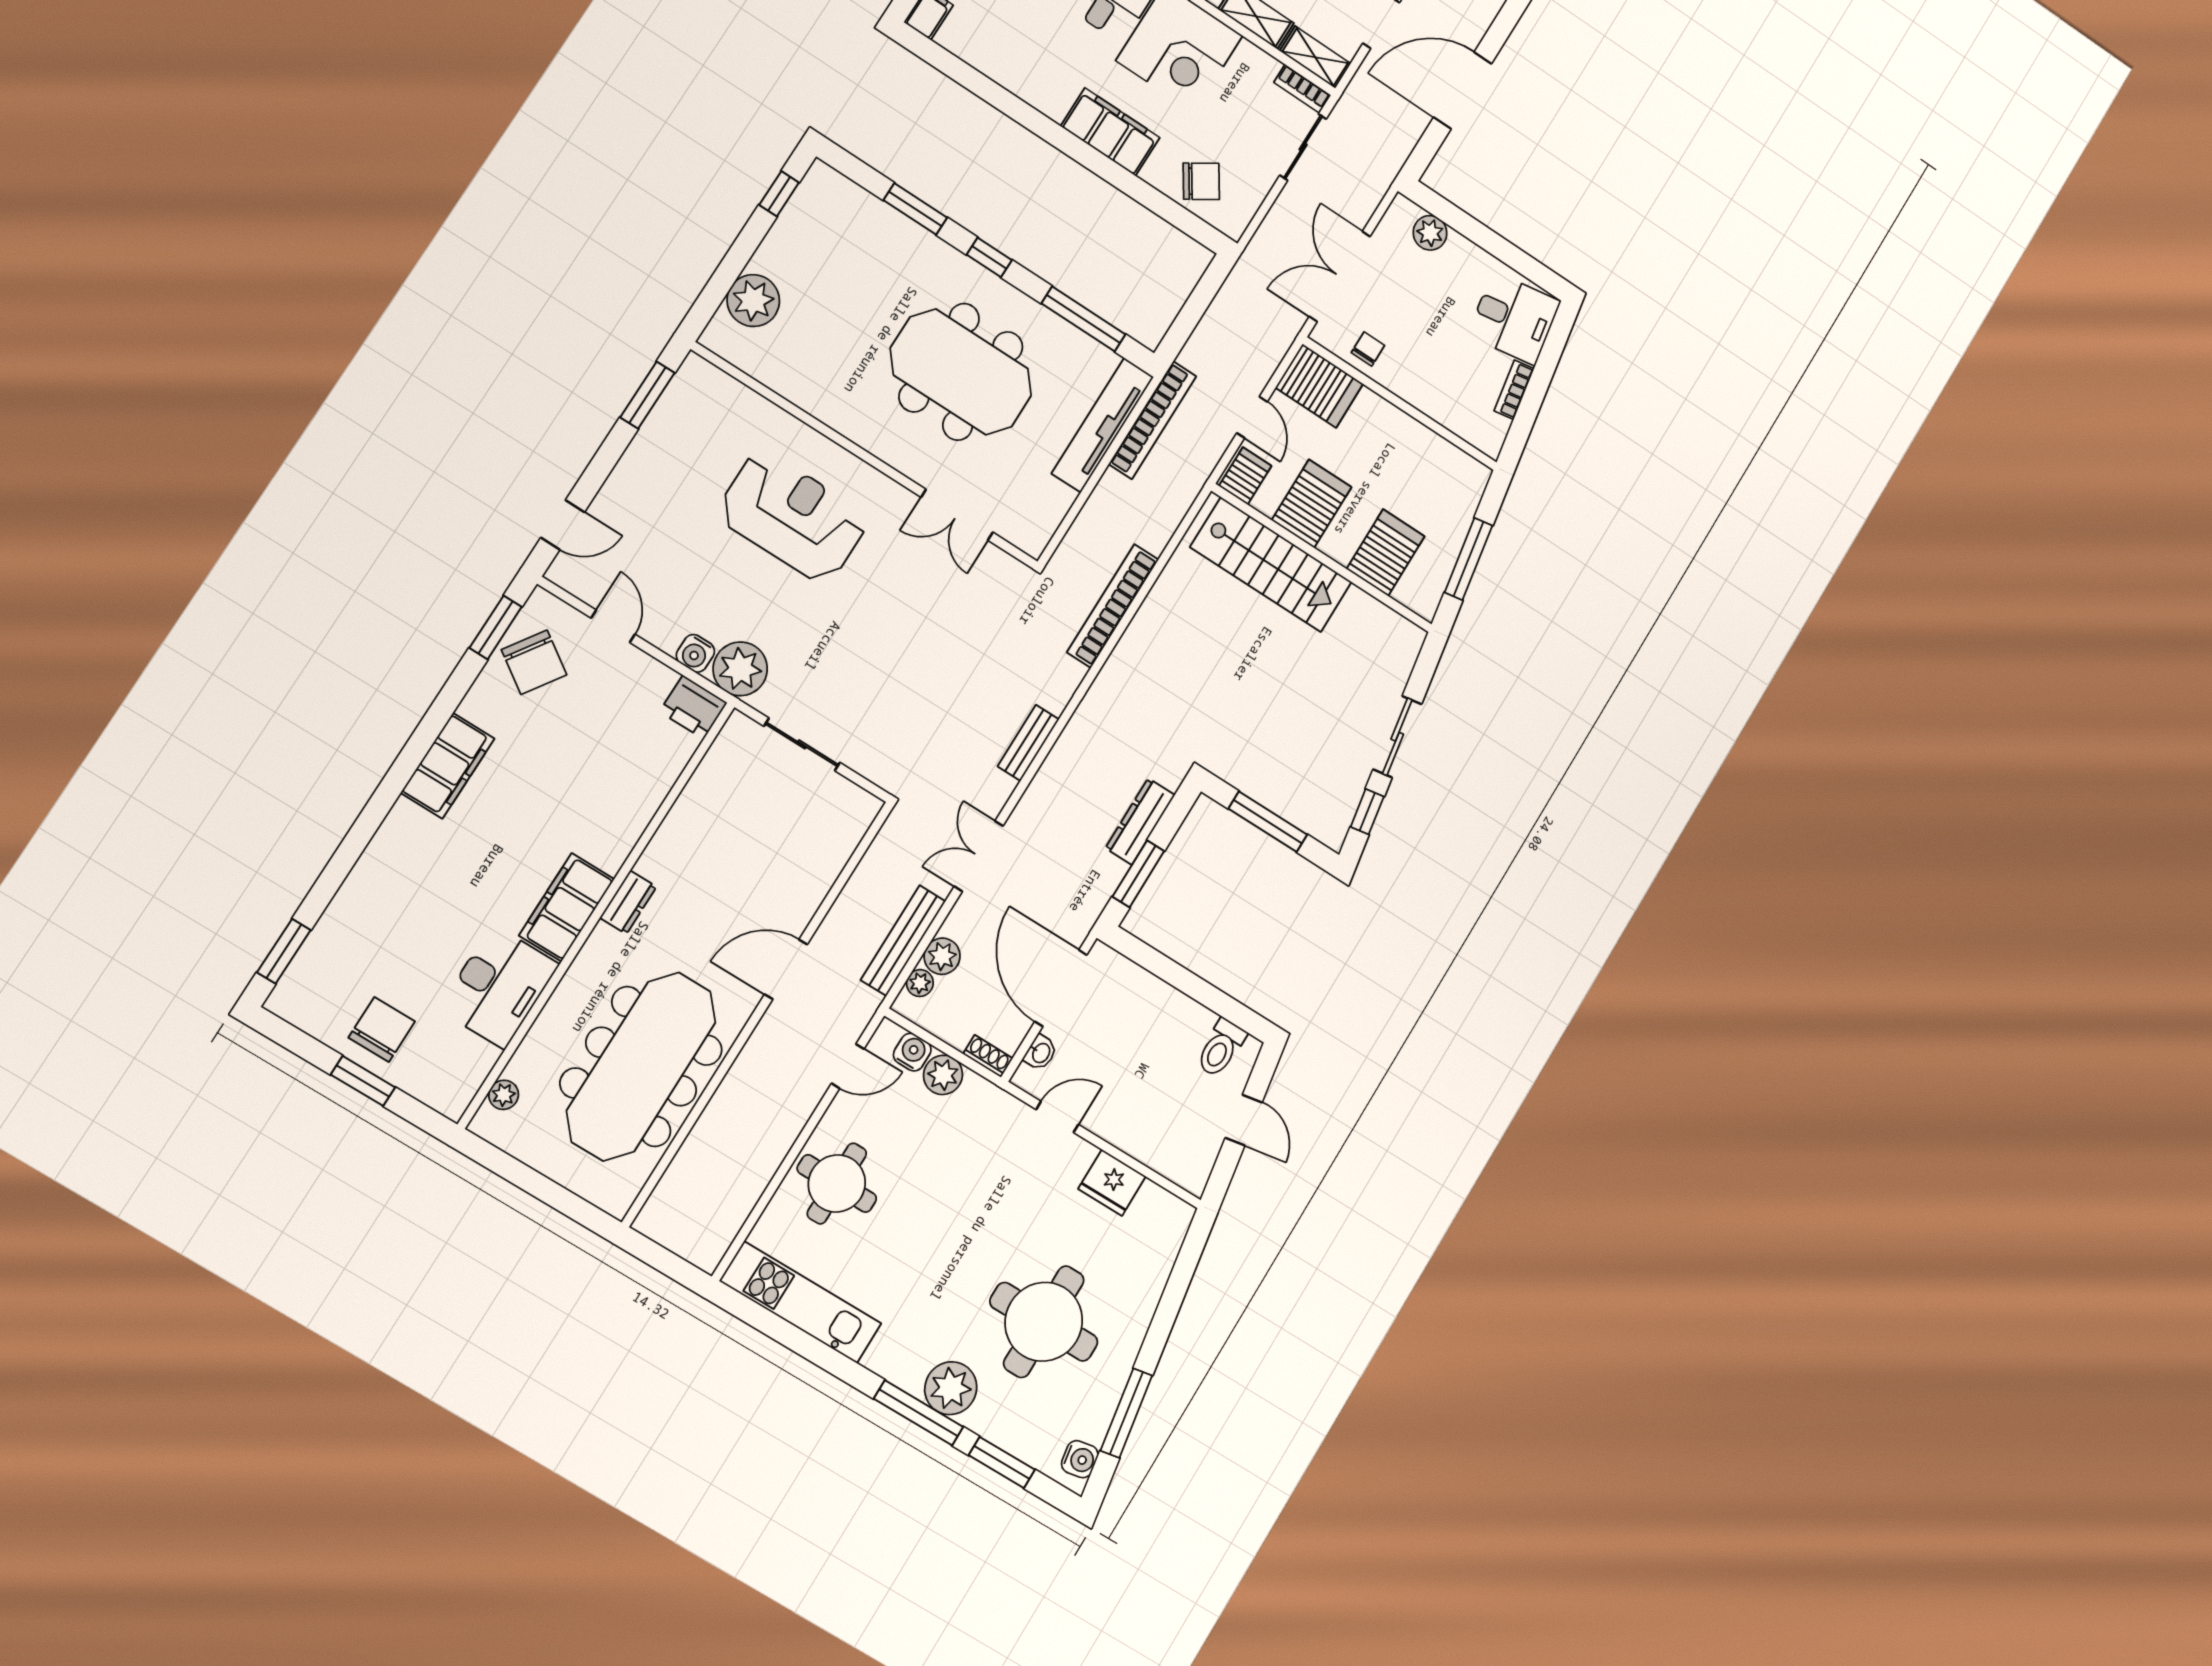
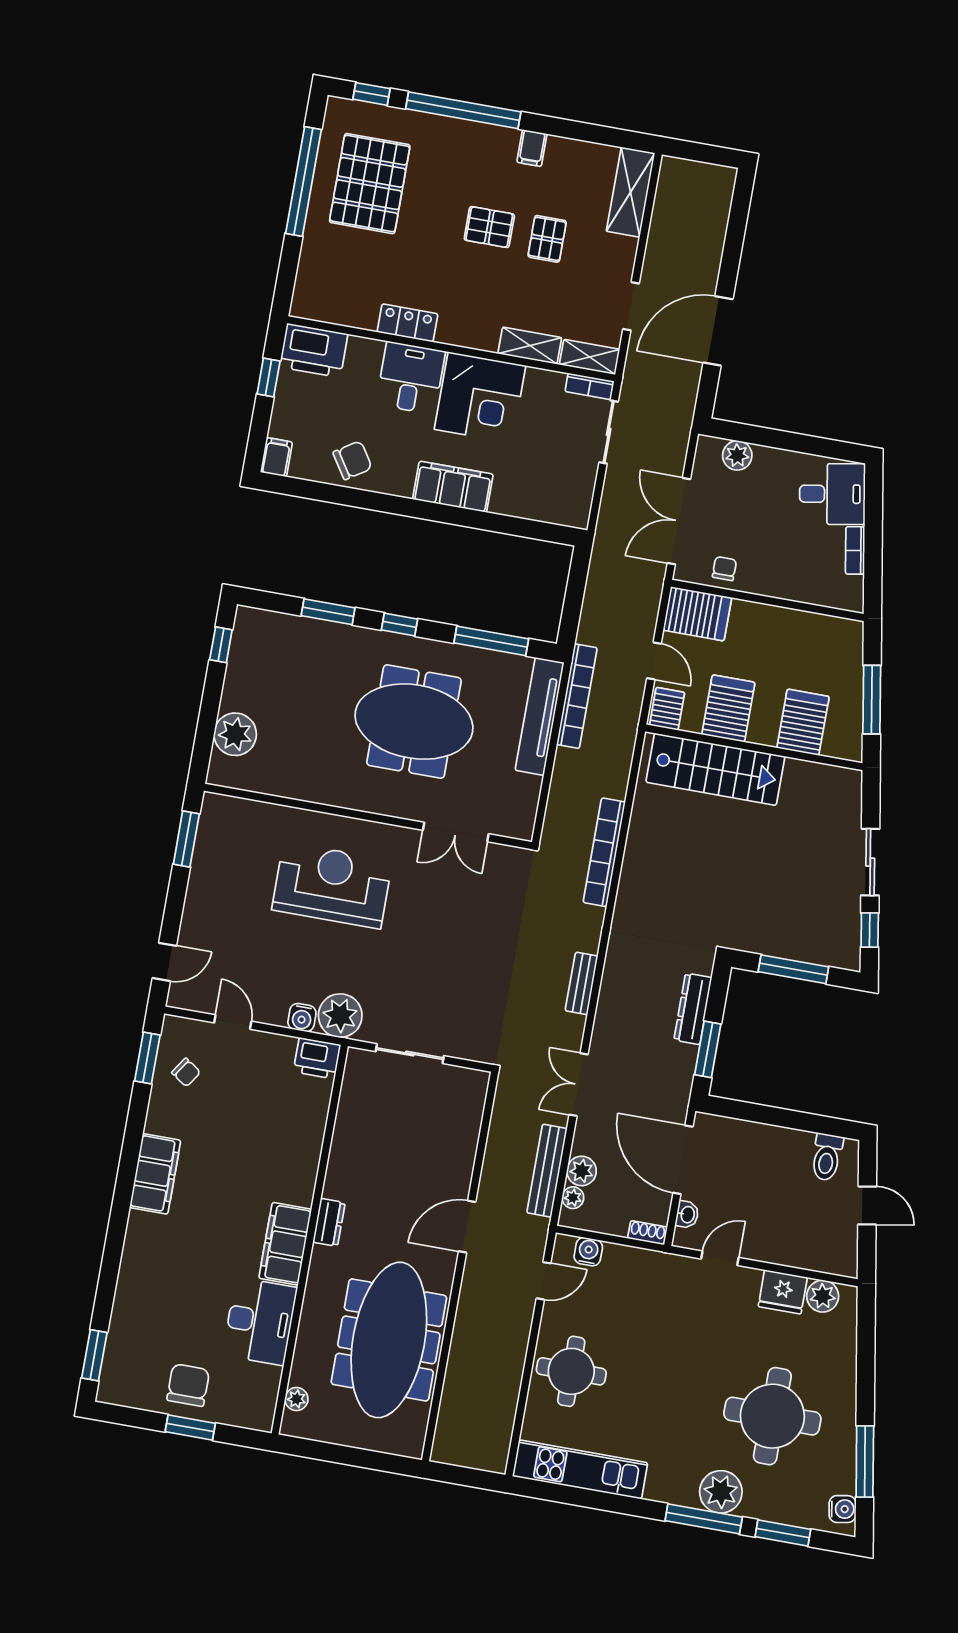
chair: (1201, 181) -> (353, 460), moved
chair: (534, 662) -> (186, 1072), width x0.54, depth x0.54
plant: (943, 1075) -> (823, 1296), moved

